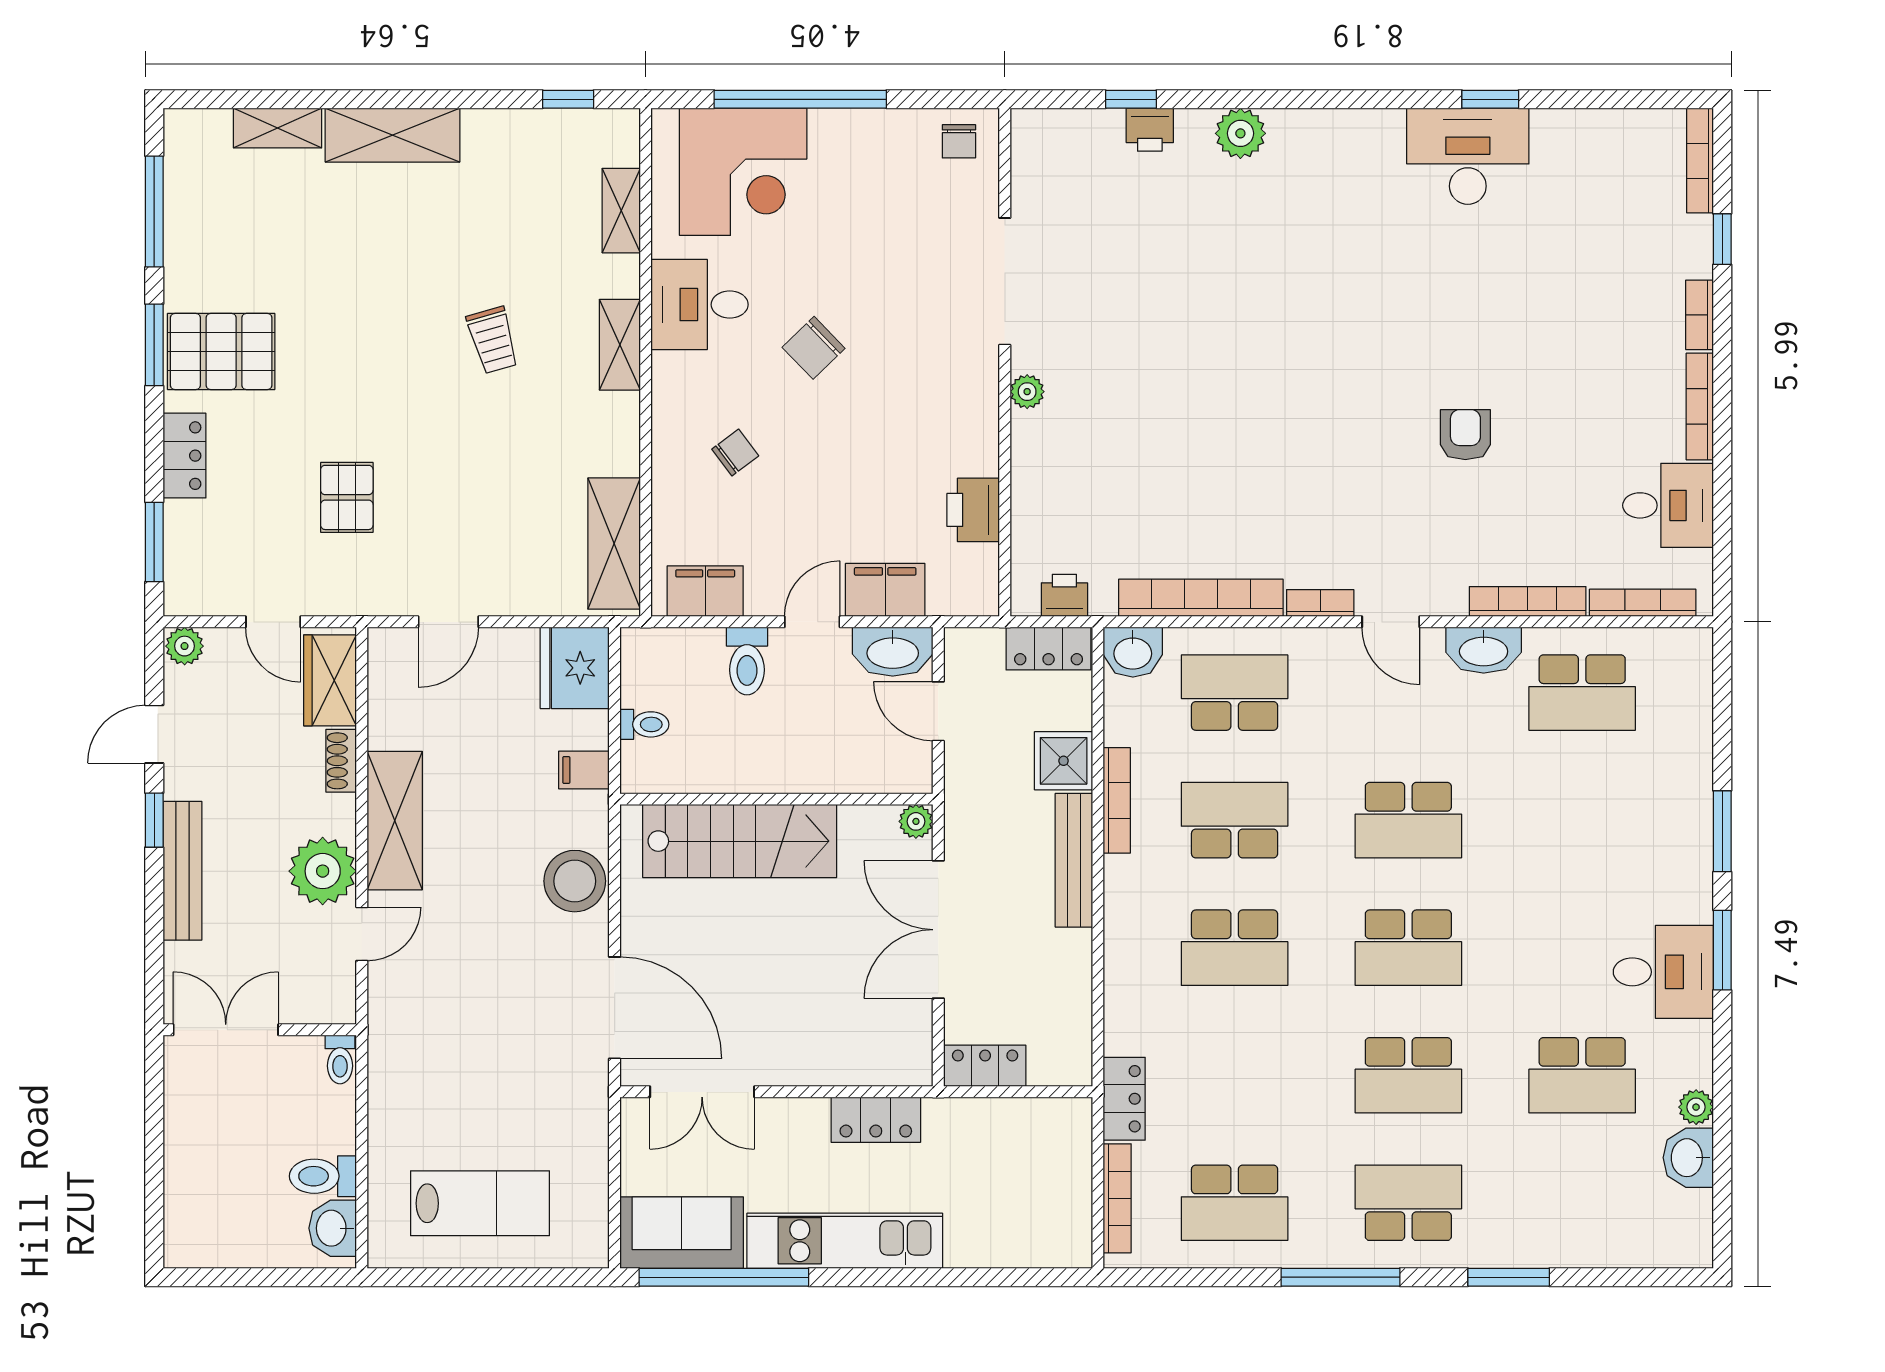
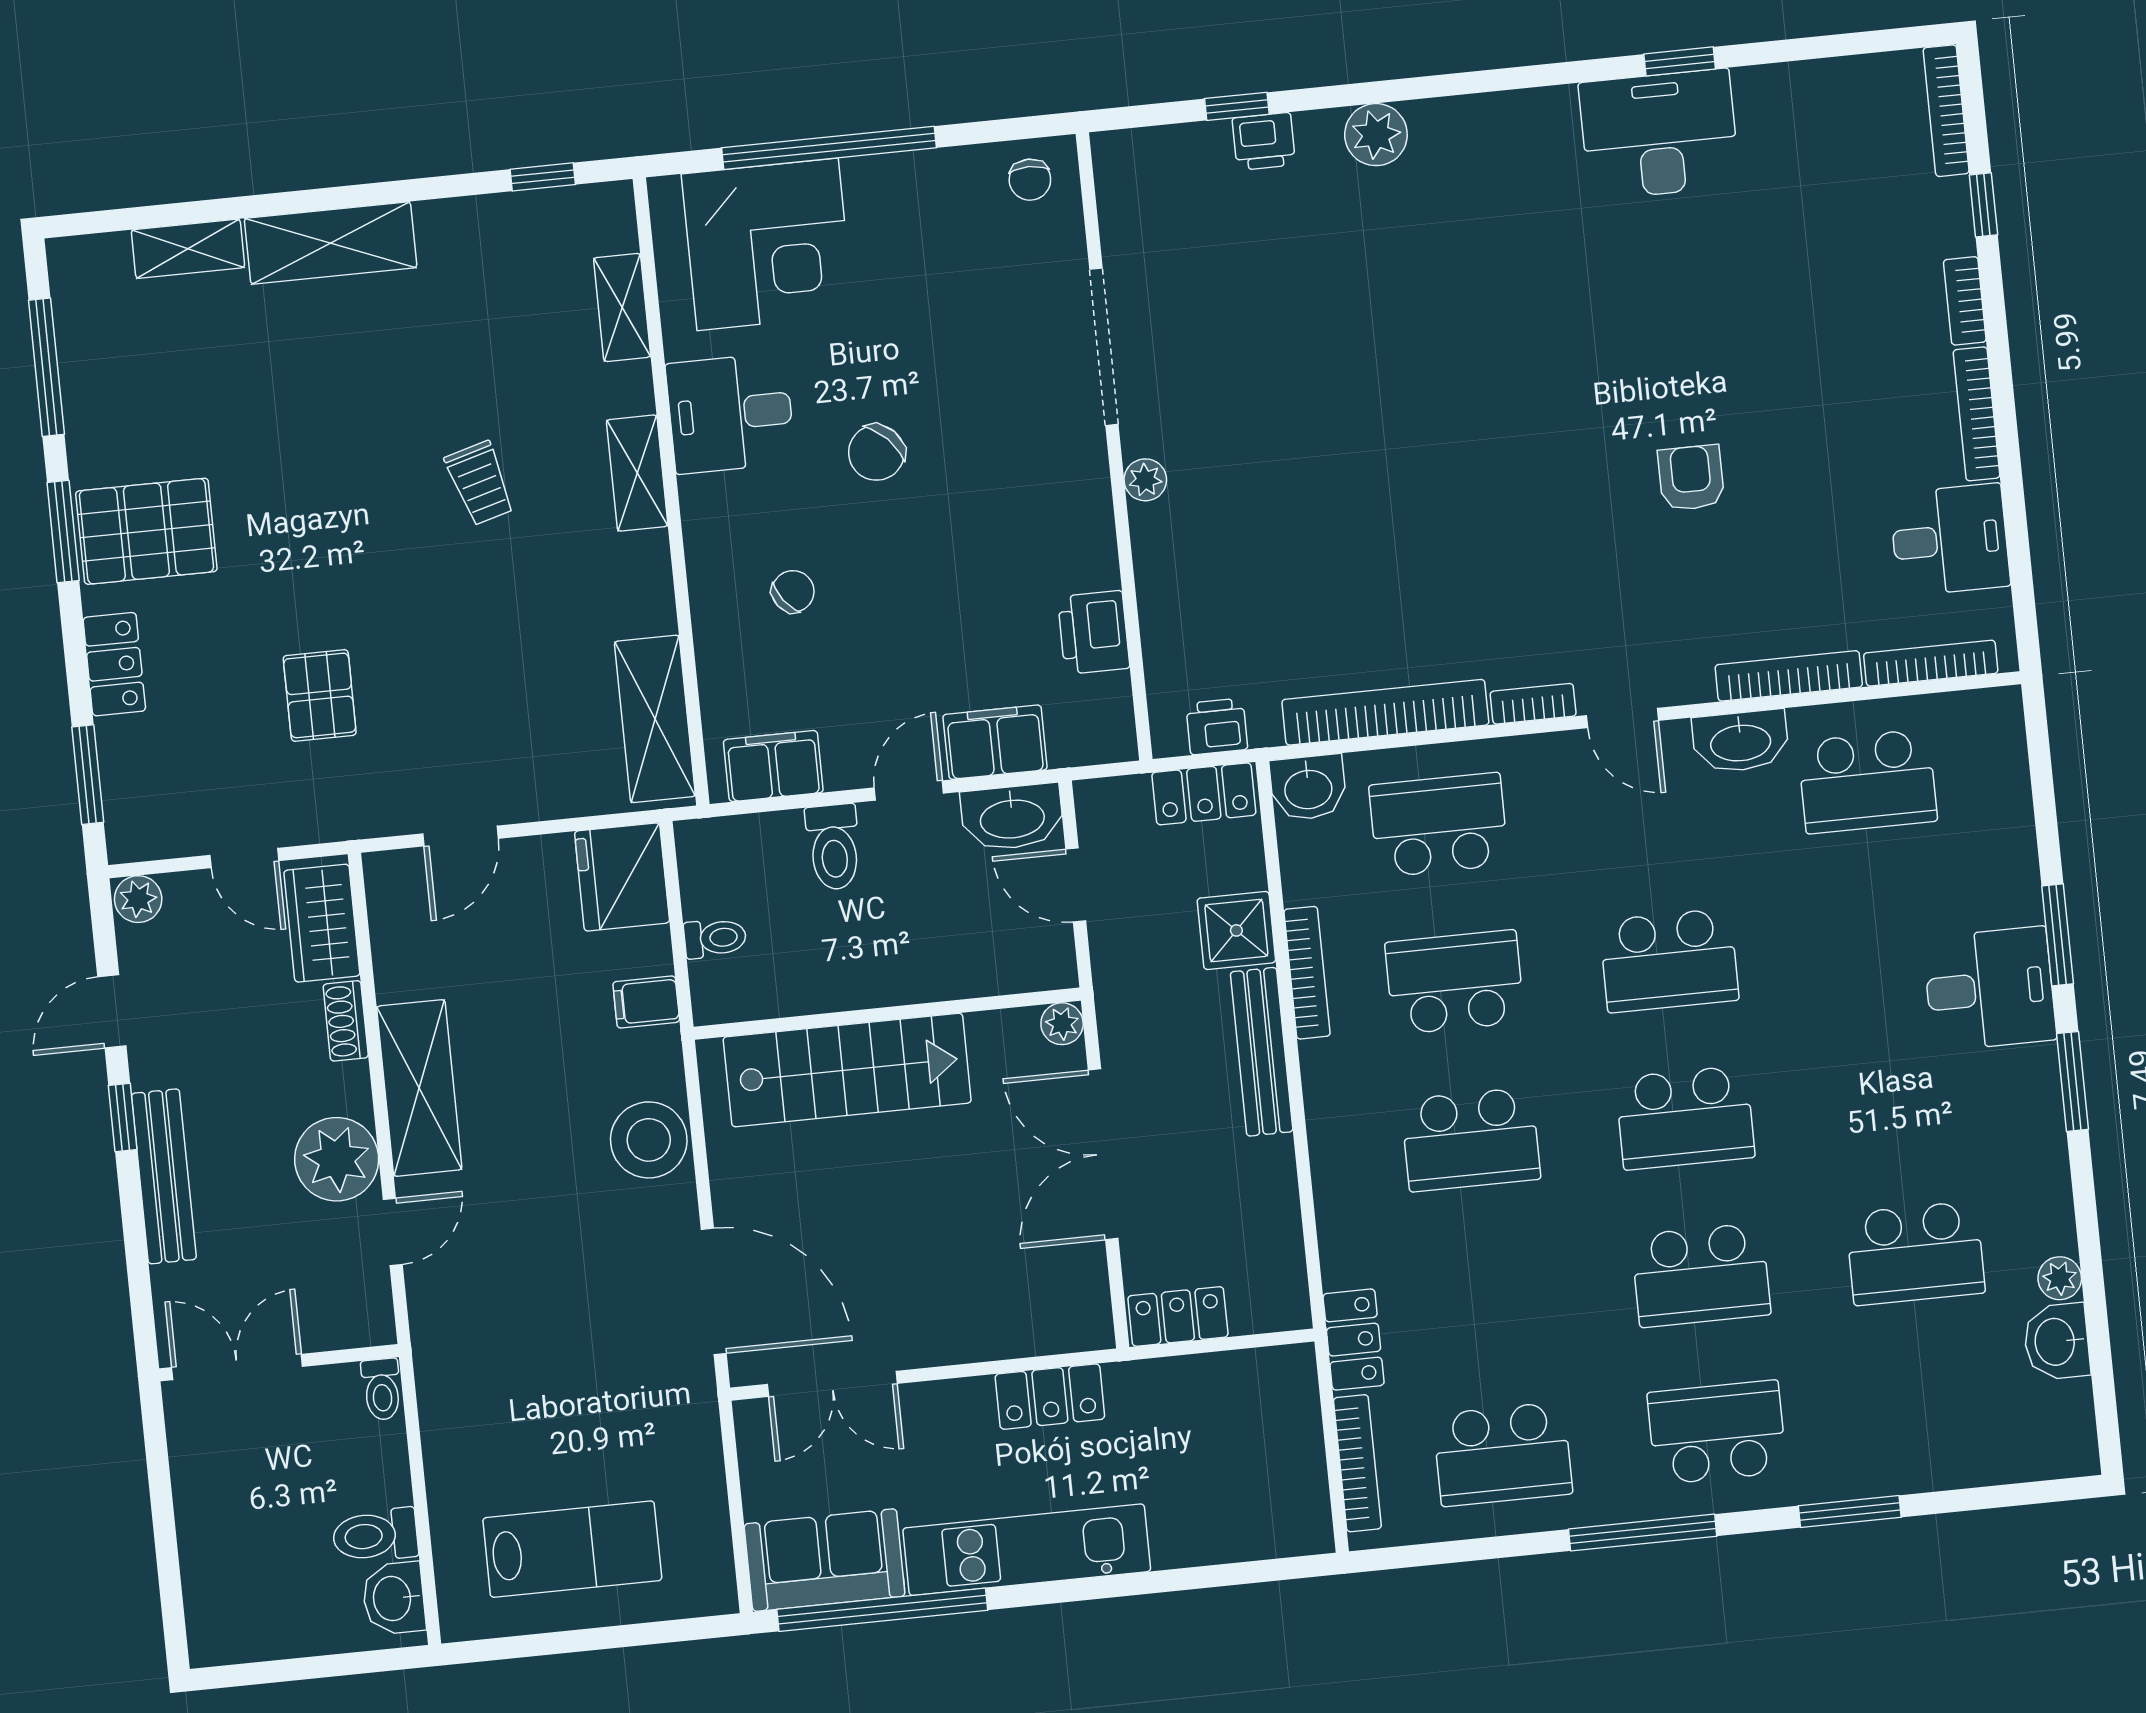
desk: (1663, 972) -> (1990, 989), moved

